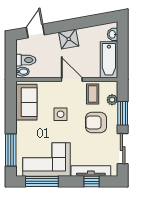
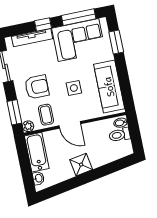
door: (35, 31) -> (116, 166), removed
plant: (112, 100) -> (28, 126), moved
sofa: (26, 102) -> (109, 87), width x1.36
window: (123, 113) -> (14, 112), moved
window: (11, 150) -> (116, 42), width x0.69
window: (92, 181) -> (43, 24), moved

